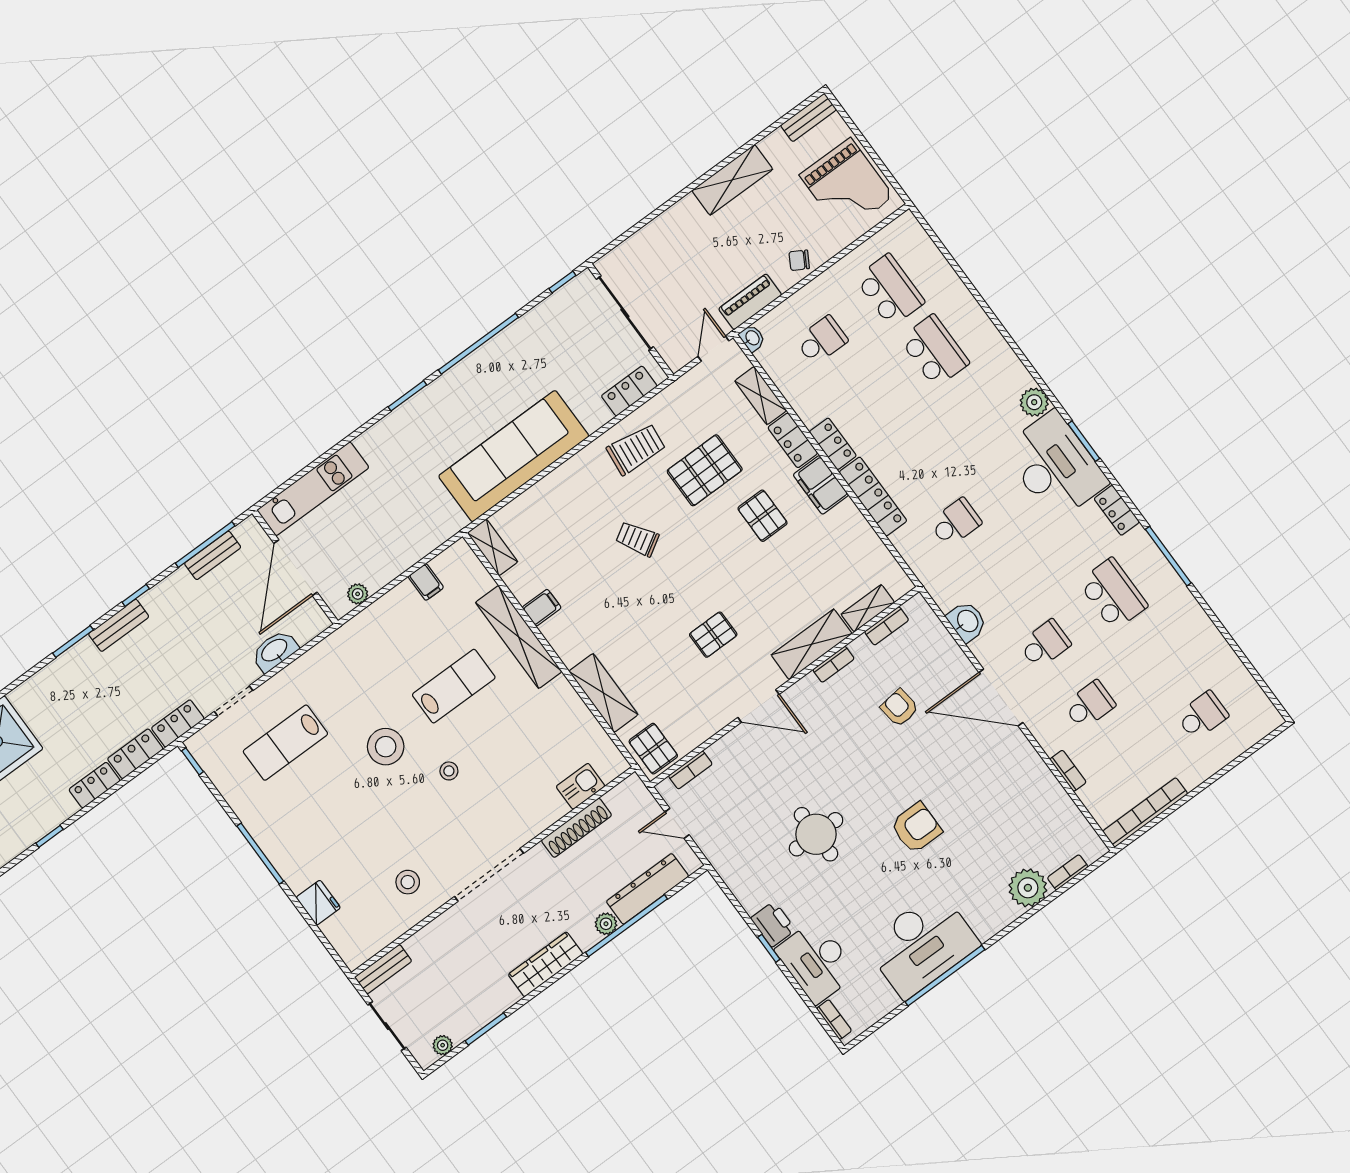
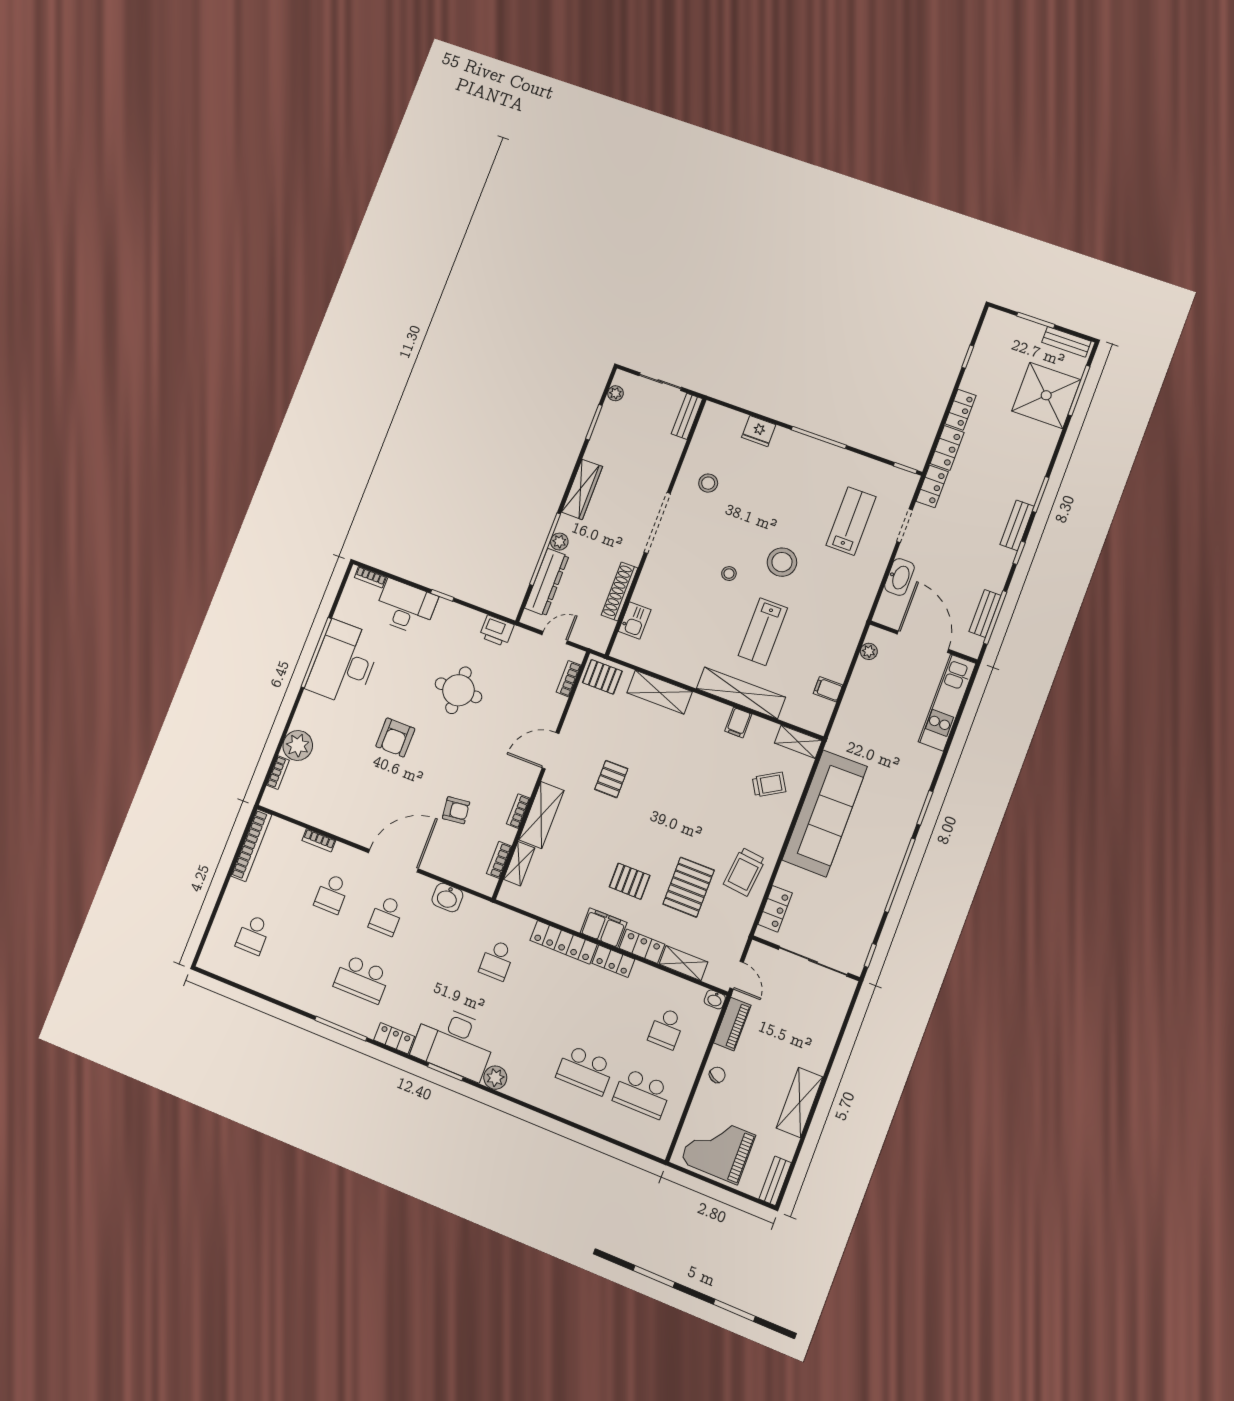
trolley: (637, 539) -> (769, 784), moved
printer: (773, 924) -> (497, 631), moved

